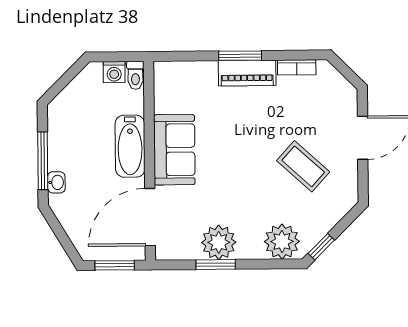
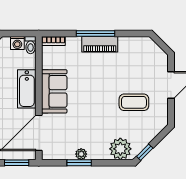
window: (240, 56) -> (95, 33), width x1.44
bookcase: (297, 67) -> (53, 41), moved
coffee table: (303, 166) -> (134, 102), turned -42
plant: (219, 242) -> (81, 154), width x0.53, depth x0.53

